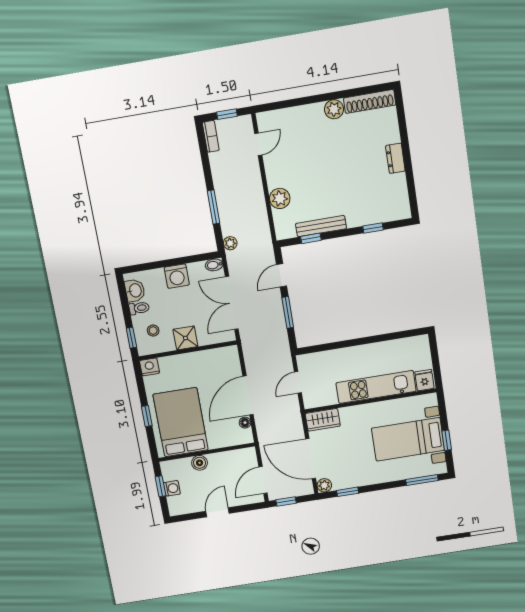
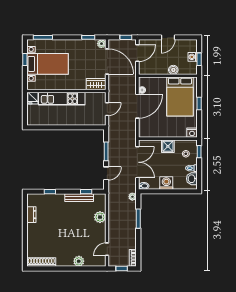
plant: (334, 109) -> (79, 261), moved
dresser: (395, 158) -> (31, 215), moved

